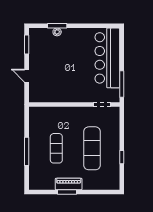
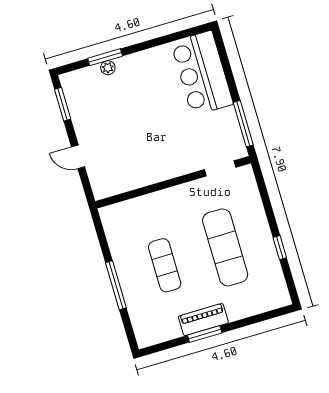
bar counter: (107, 58) -> (202, 73), width x0.73

